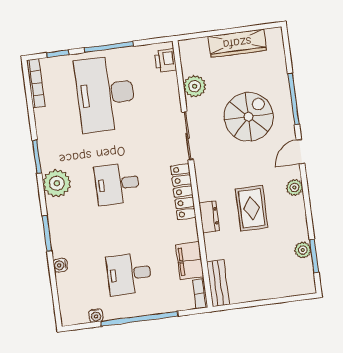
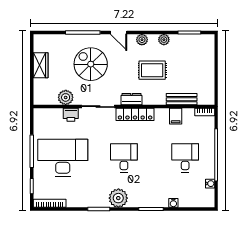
wardrobe: (237, 43) -> (41, 65), width x0.67
printer: (165, 60) -> (71, 115), moved
desk: (105, 94) -> (63, 158), turned 180
desk: (117, 184) -> (124, 158), turned 180
dresser: (209, 217) -> (132, 99), moved
plant: (303, 250) -> (164, 40), moved
filing cabinet: (190, 261) -> (176, 116), width x0.50
desk: (129, 274) -> (185, 158), turned 180
bench: (218, 283) -> (182, 99), moved

